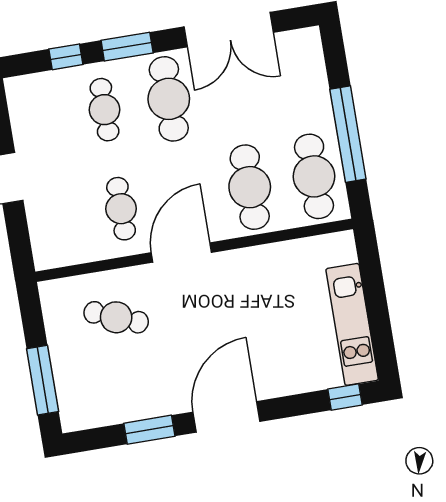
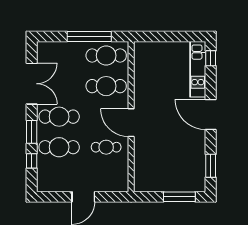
cafe table: (104, 110) -> (59, 147), width x1.37, depth x1.35
cafe table: (116, 317) -> (156, 158), removed
kitchen unit: (352, 324) -> (198, 69), moved, turned 90
window: (149, 430) -> (211, 166), moved

